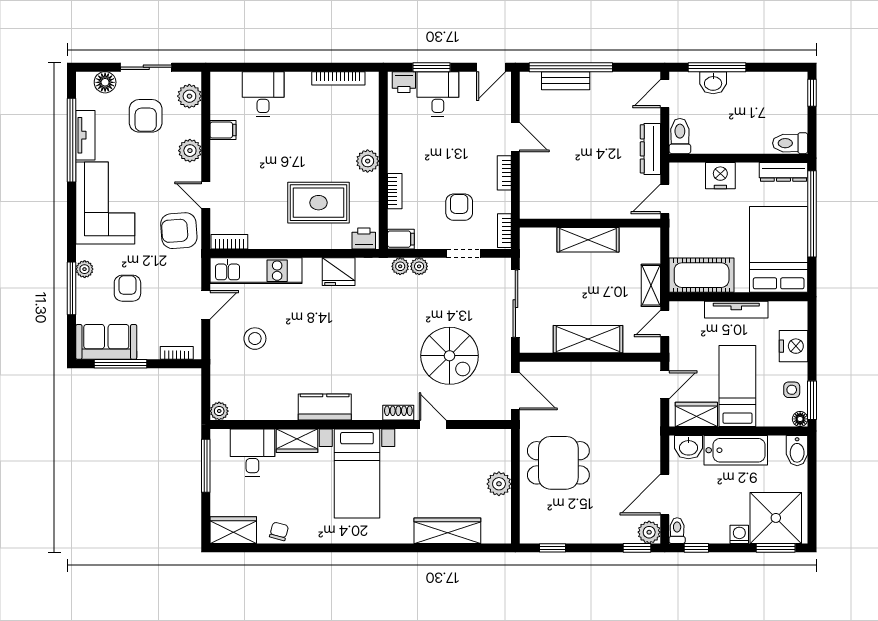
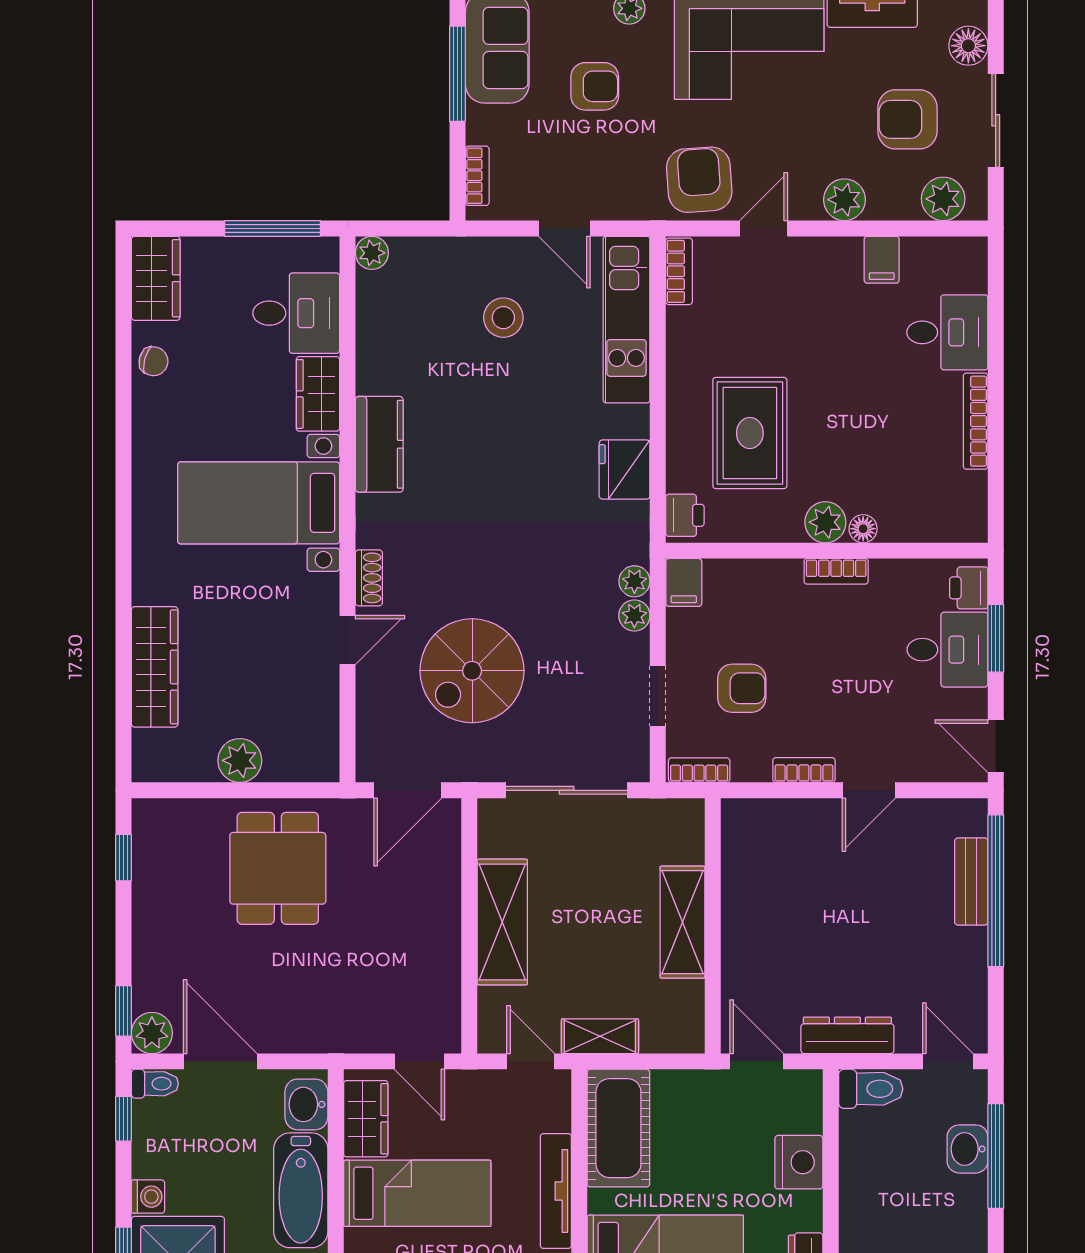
bookcase: (338, 78) -> (976, 421), moved
floor lamp: (371, 140) -> (863, 529), added
bookcase: (395, 191) -> (836, 571), moved

